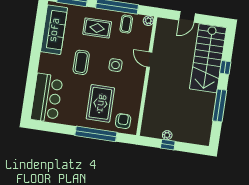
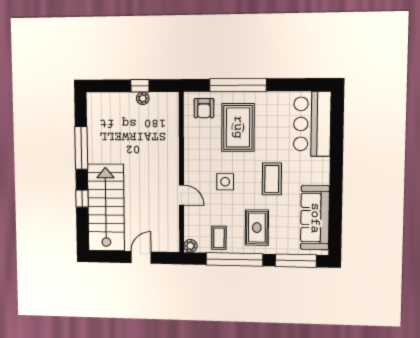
rug: (97, 28) -> (257, 228), turned 90

